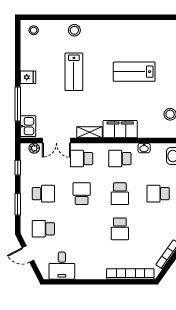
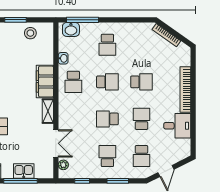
kitchen sink: (28, 126) -> (24, 171), moved
school desk: (82, 159) -> (141, 119), moved, turned 180
desk: (62, 266) -> (177, 126), moved
bookcase: (130, 274) -> (185, 89), moved

